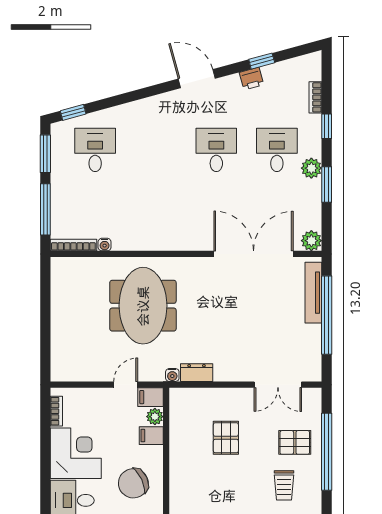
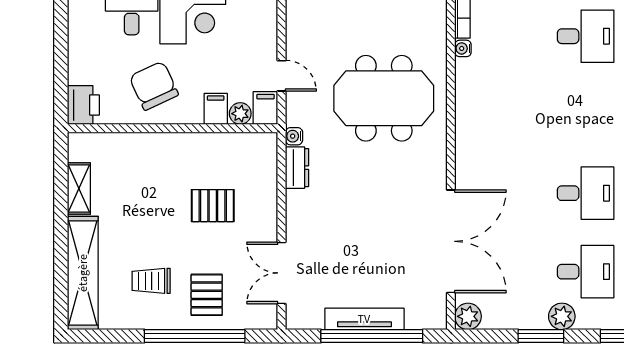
tv unit: (313, 293) -> (364, 319), moved

